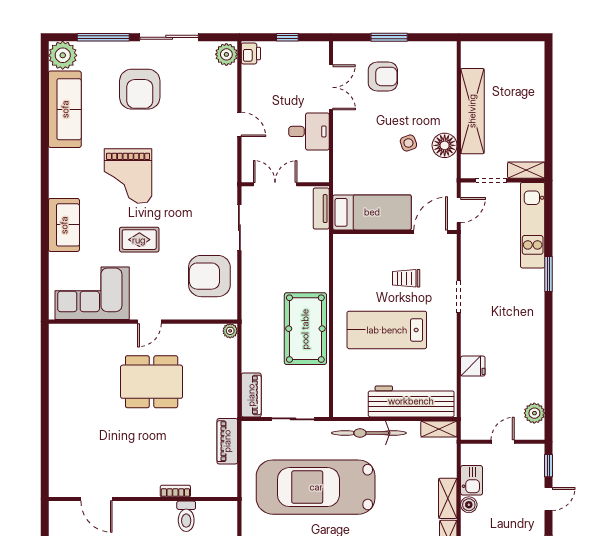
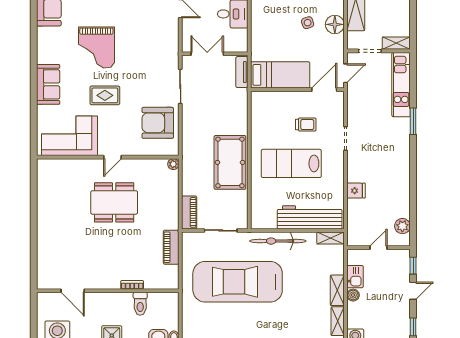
trolley: (406, 278) -> (306, 125), turned 180

